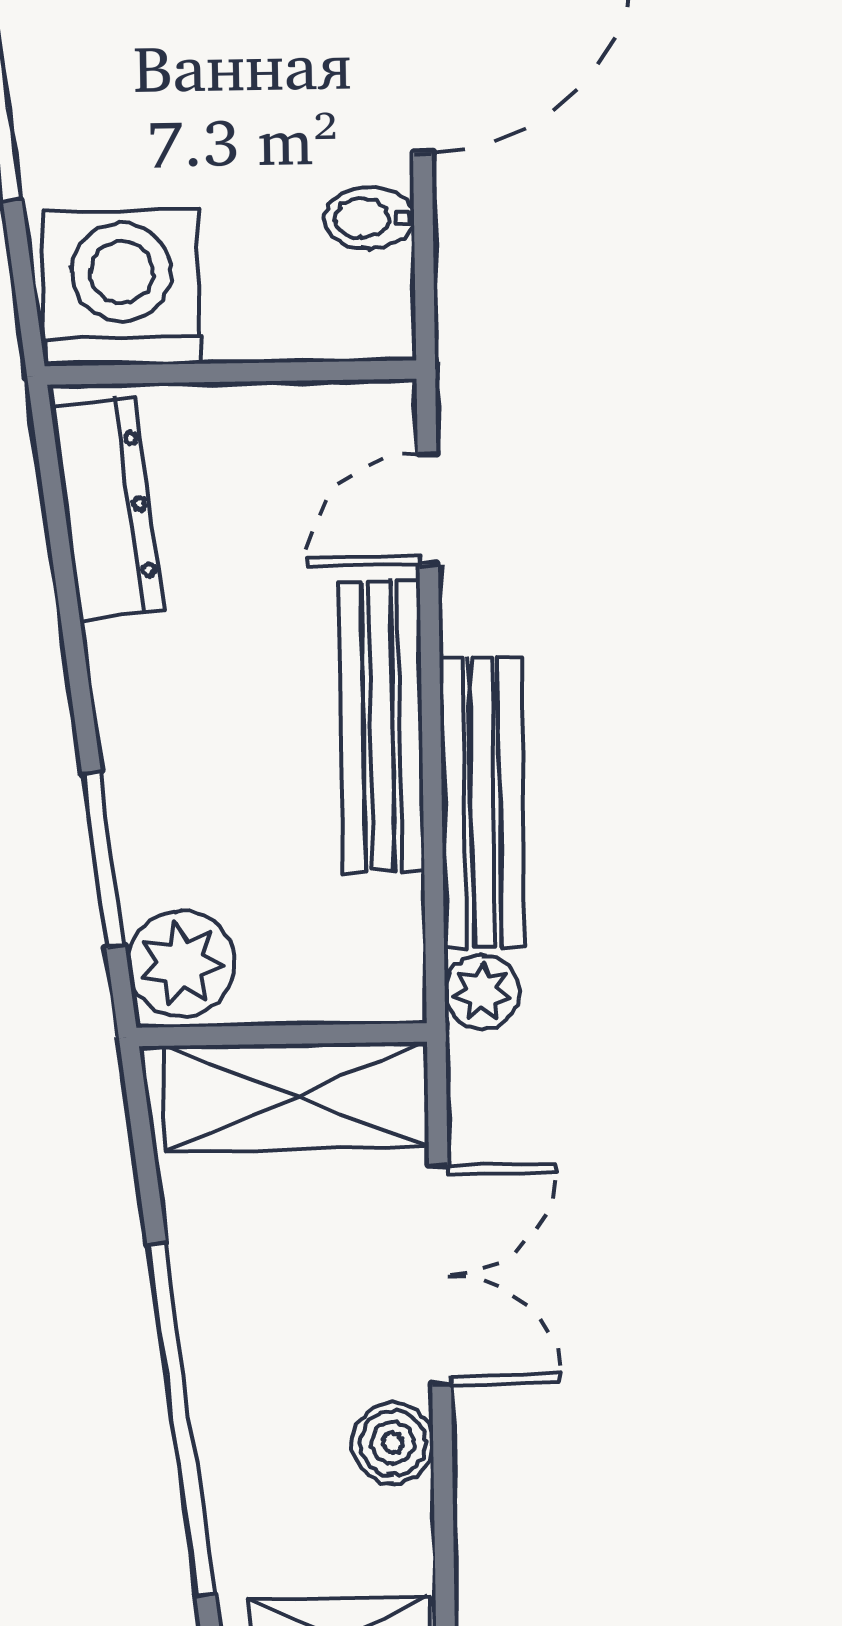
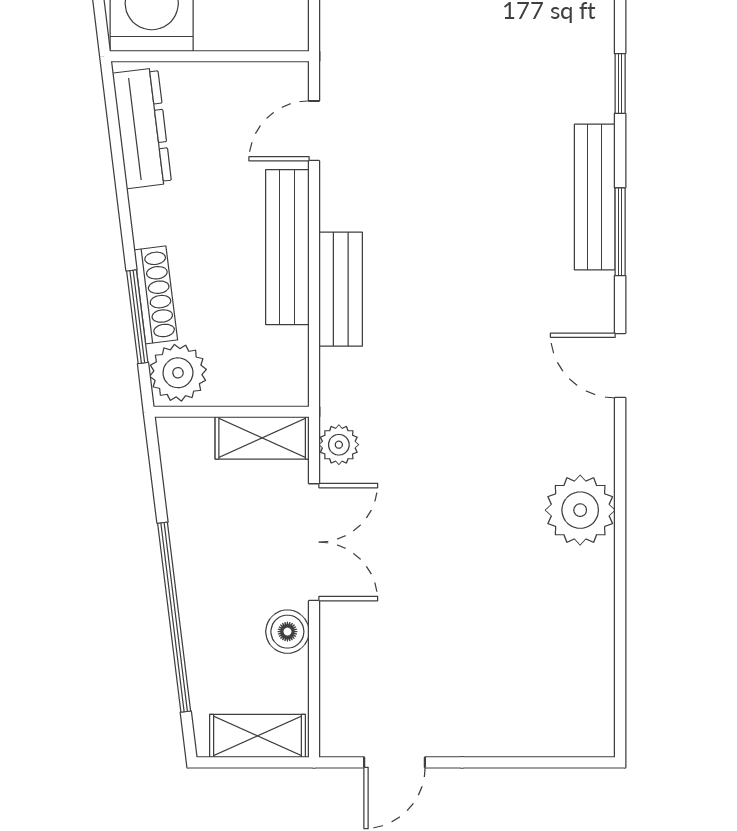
bench: (482, 803) -> (341, 289), width x0.73
shoe rack: (138, 819) -> (156, 295), added
plant: (482, 992) -> (339, 445), moved
shelving: (296, 1096) -> (262, 438), width x0.67, depth x0.75

